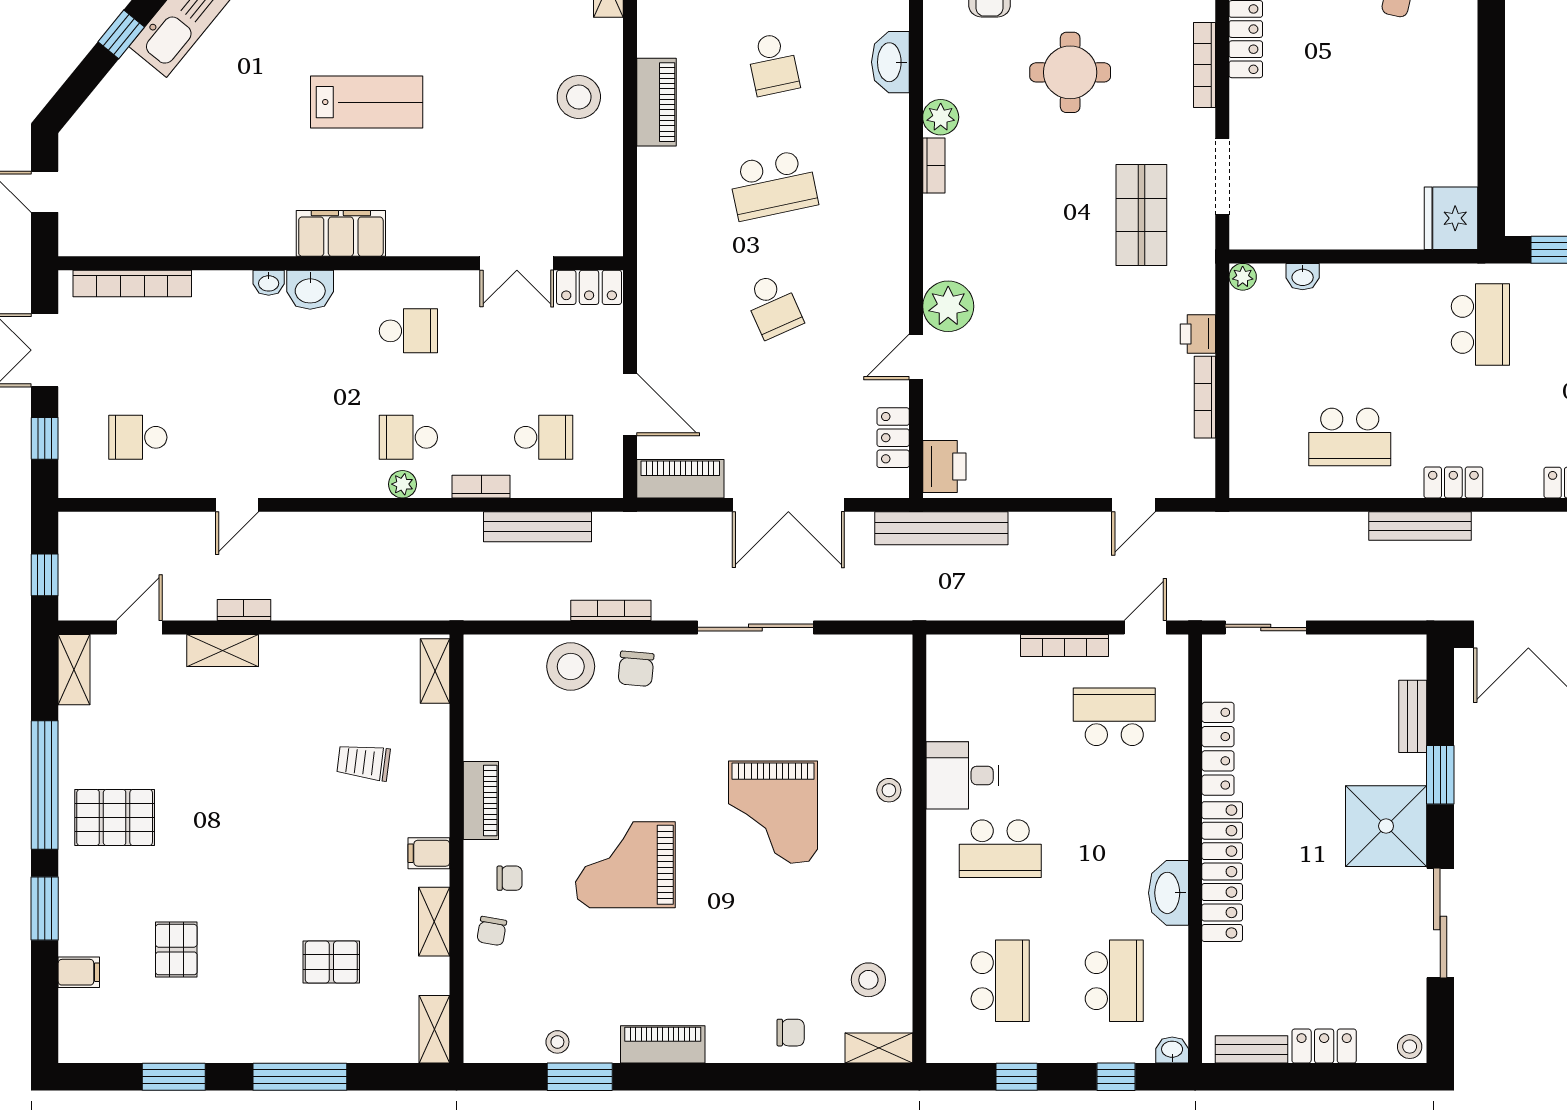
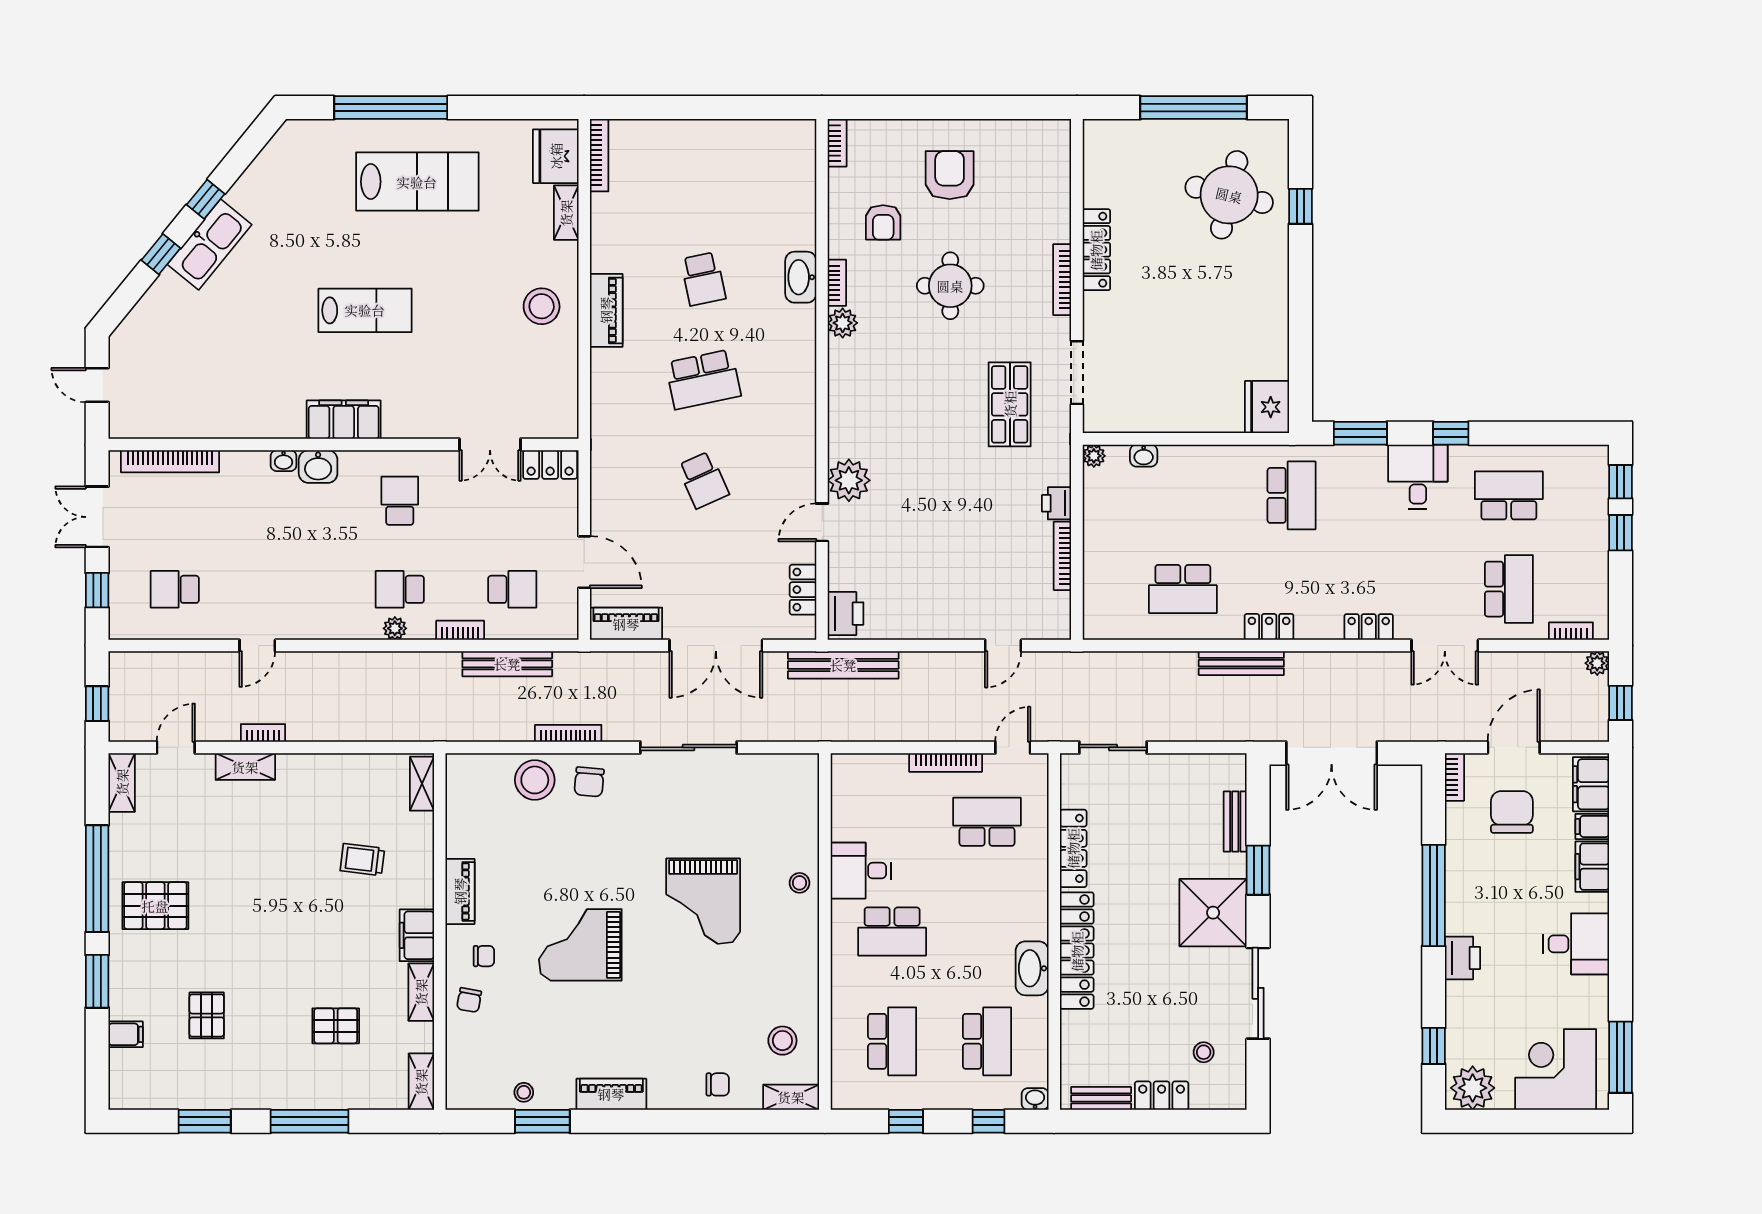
bookcase: (934, 166) -> (837, 283), moved
school desk: (408, 331) -> (400, 501), turned -90
filing cabinet: (429, 853) -> (417, 935), width x2.00
stool: (1410, 1047) -> (1204, 1052), moved

